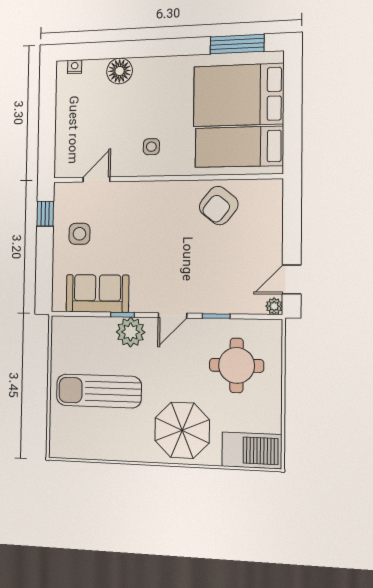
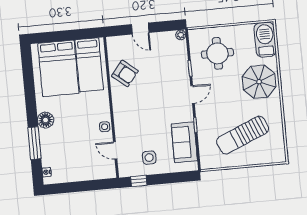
window: (237, 44) -> (34, 143), moved
floor lamp: (120, 71) -> (46, 120), moved
side table: (151, 147) -> (105, 127), moved
door: (292, 279) -> (140, 29), moved
door: (173, 315) -> (193, 95), hinge flipped
plant: (131, 332) -> (205, 119), removed
sun lounger: (99, 391) -> (243, 135), turned 67

